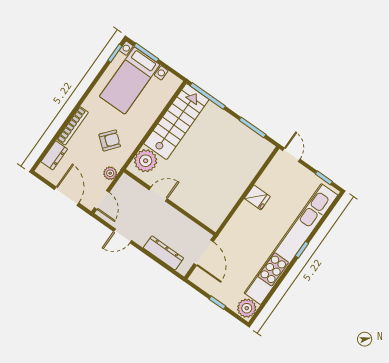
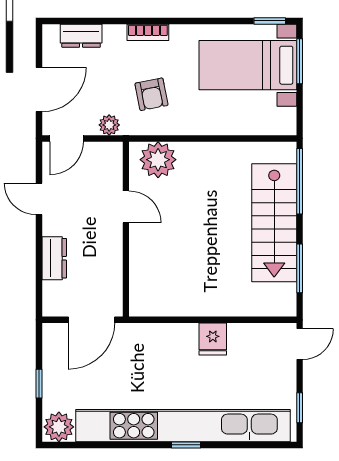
stairs: (176, 122) -> (274, 223), moved, turned 90
bookcase: (72, 126) -> (148, 32), width x0.64
armchair: (110, 140) -> (151, 94), turned 39
dresser: (163, 253) -> (54, 258), width x0.70

